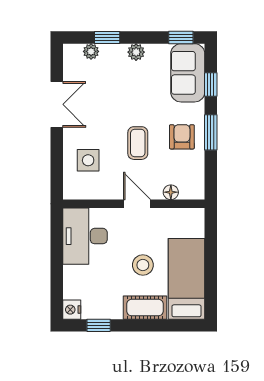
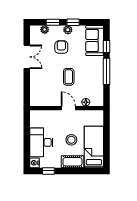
window: (181, 38) -> (73, 22), moved
window: (211, 132) -> (106, 71), width x1.44
armchair: (182, 137) -> (61, 47), moved
side table: (88, 160) -> (43, 86), removed
desk: (85, 236) -> (41, 142), moved

